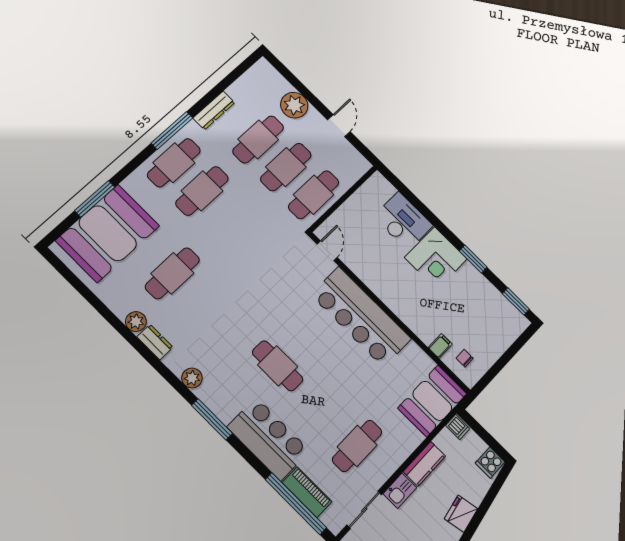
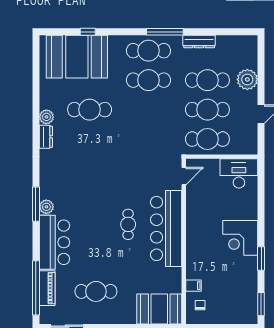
window: (95, 199) -> (88, 32), width x0.46
desk: (403, 221) -> (239, 173), moved, turned -90
cafe table: (278, 366) -> (128, 224), moved, width x0.73, depth x0.74
plant: (192, 378) -> (46, 207), moved

